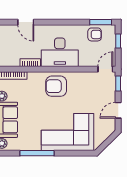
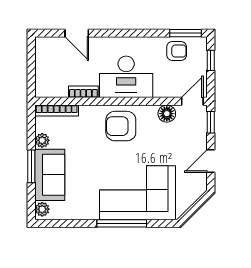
floor lamp: (88, 78) -> (167, 114), added
window: (37, 153) -> (122, 223), moved

